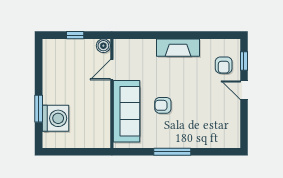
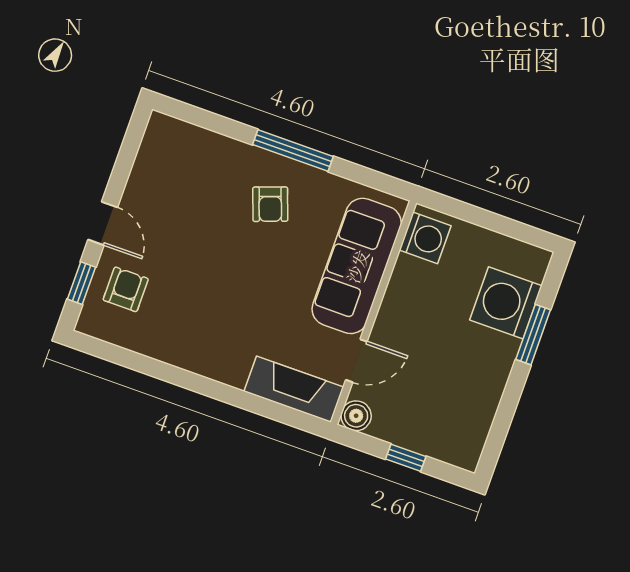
fireplace: (178, 48) -> (294, 389), moved
armchair: (163, 105) -> (270, 204), moved, turned 70
washing machine: (101, 134) -> (425, 238), added

